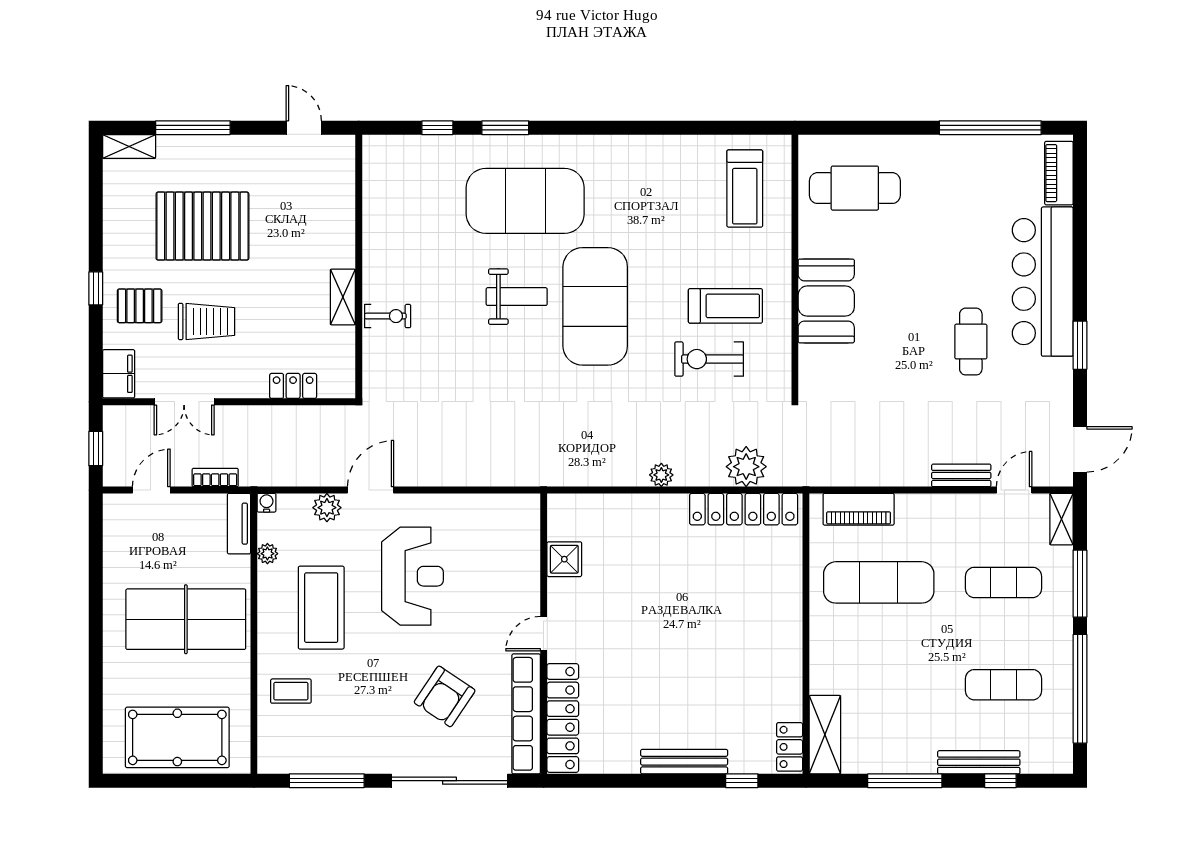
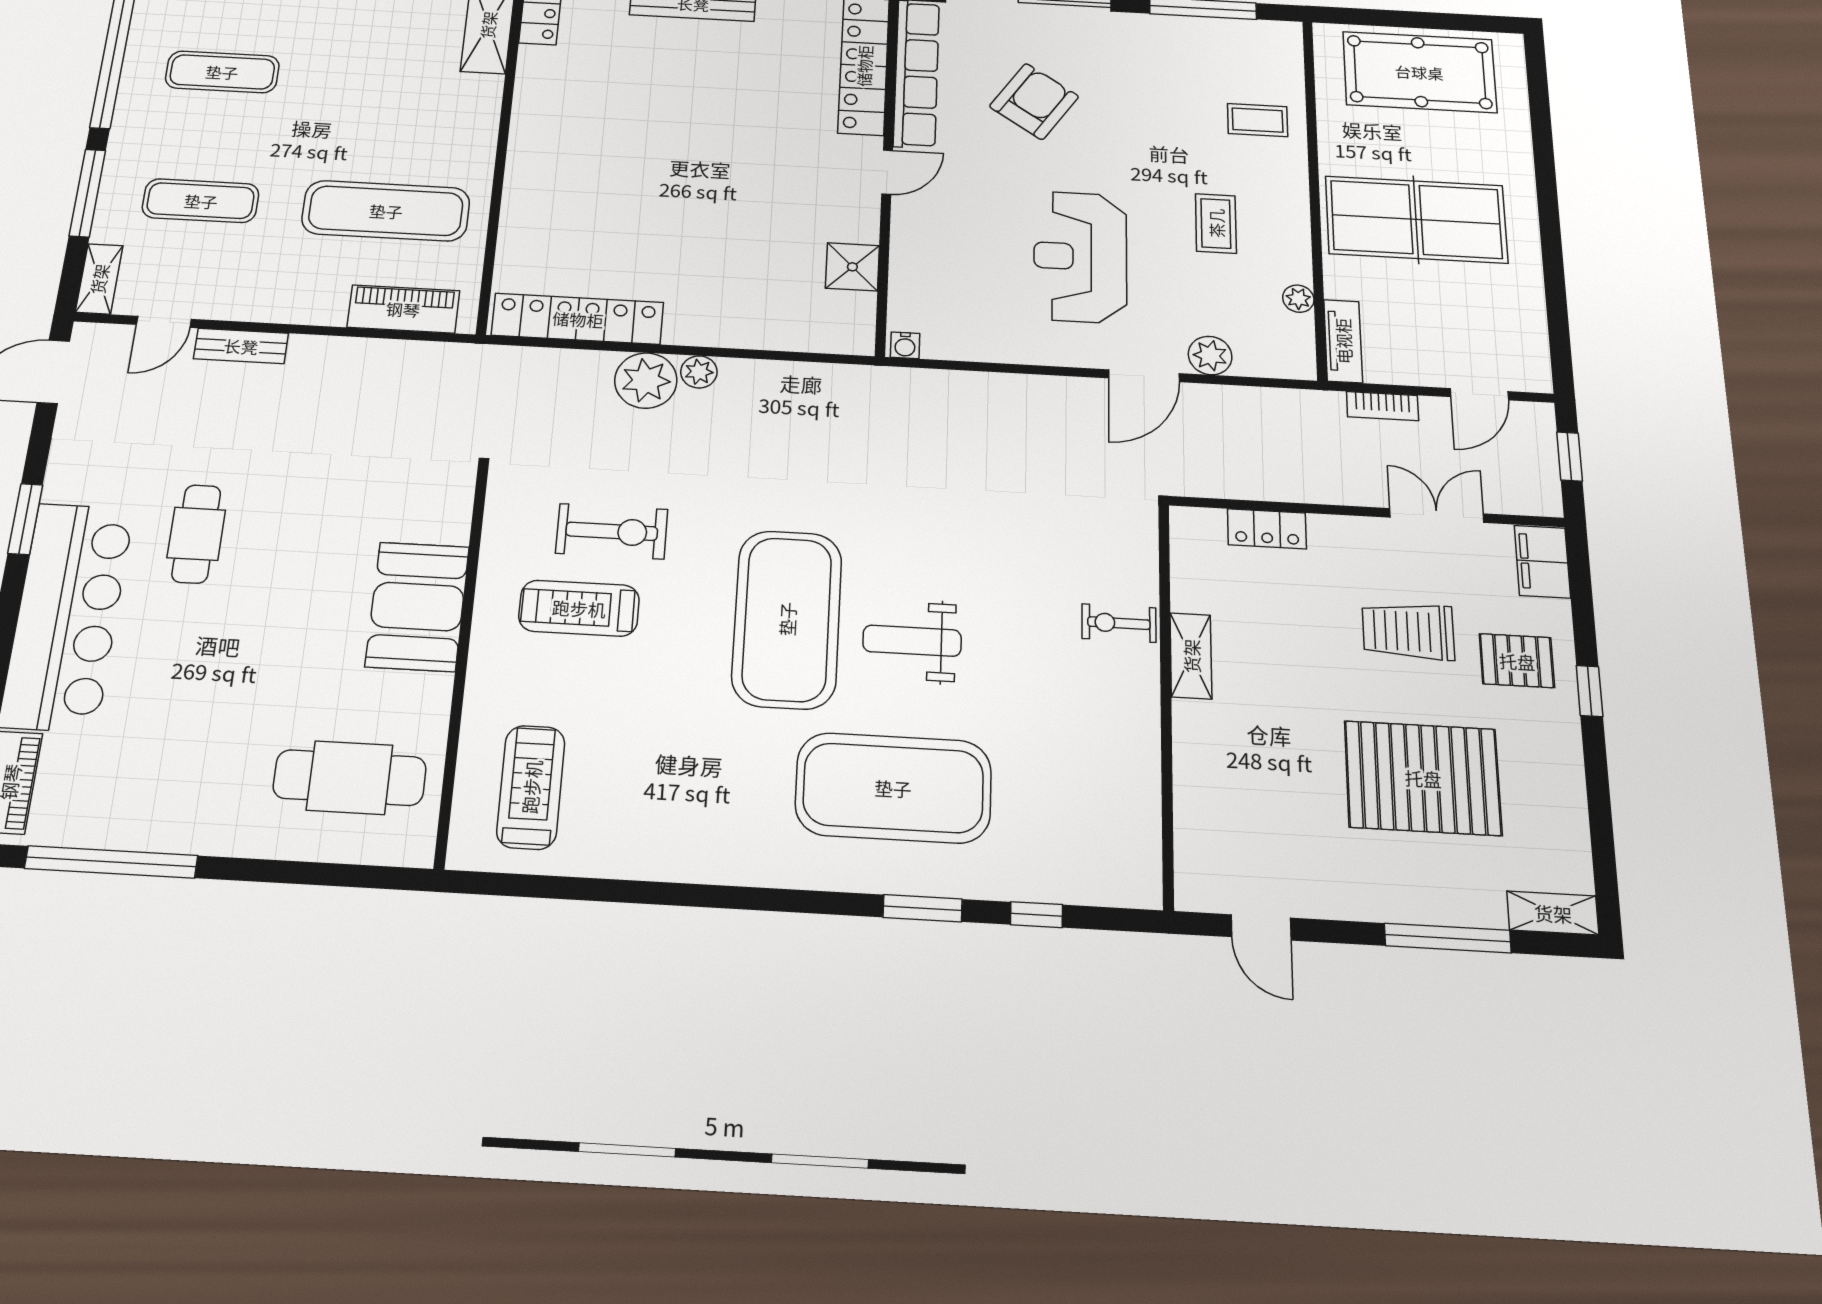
plant: (746, 467) -> (646, 381), moved
water cooler: (267, 503) -> (905, 345), moved
coffee table: (321, 608) -> (1216, 223), width x0.54, depth x0.58

